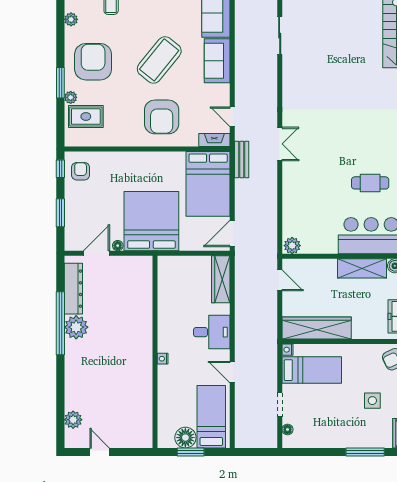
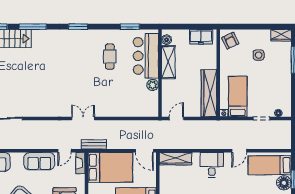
sofa: (217, 61) -> (39, 161), moved
plant: (292, 246) -> (153, 85), moved

